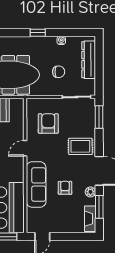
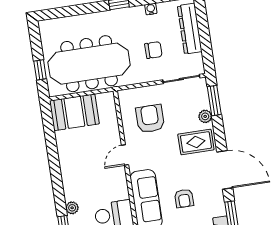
armchair: (65, 188) -> (184, 198), turned 180
plant: (90, 192) -> (205, 116), moved

